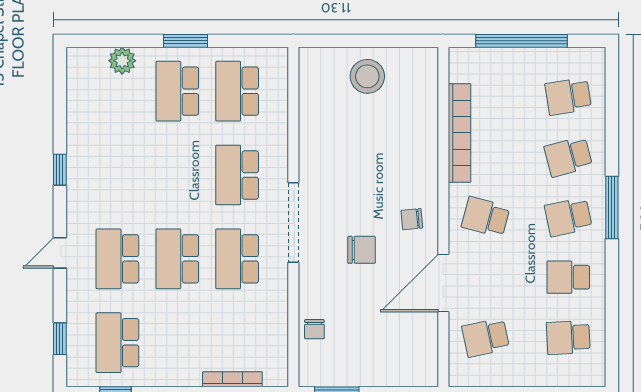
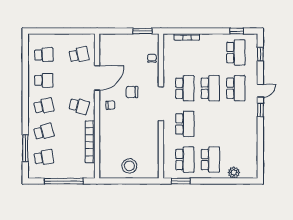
window: (185, 41) -> (181, 181), moved
window: (60, 170) -> (260, 110), moved
window: (612, 208) -> (25, 148), moved

